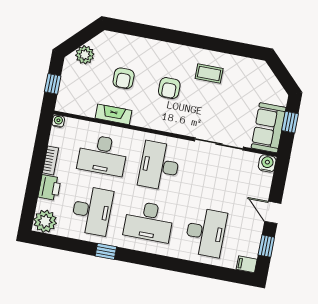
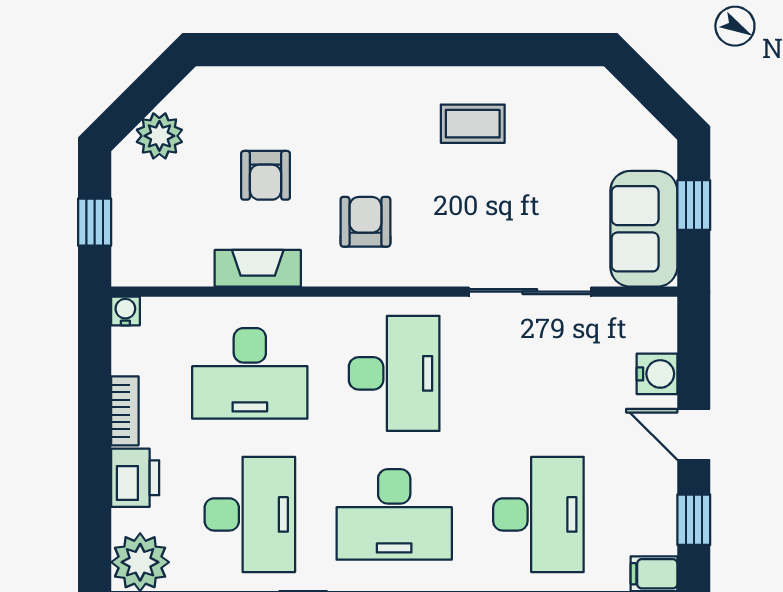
armchair: (169, 88) -> (365, 222), moved, turned 180
water cooler: (267, 163) -> (657, 374), moved, turned 90
desk: (159, 166) -> (394, 373), turned 180

